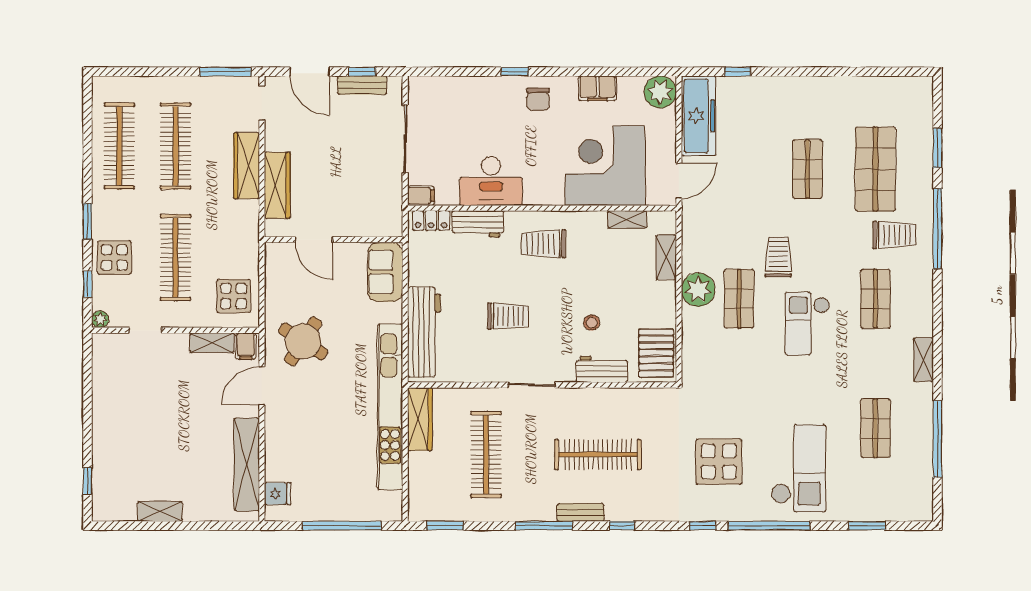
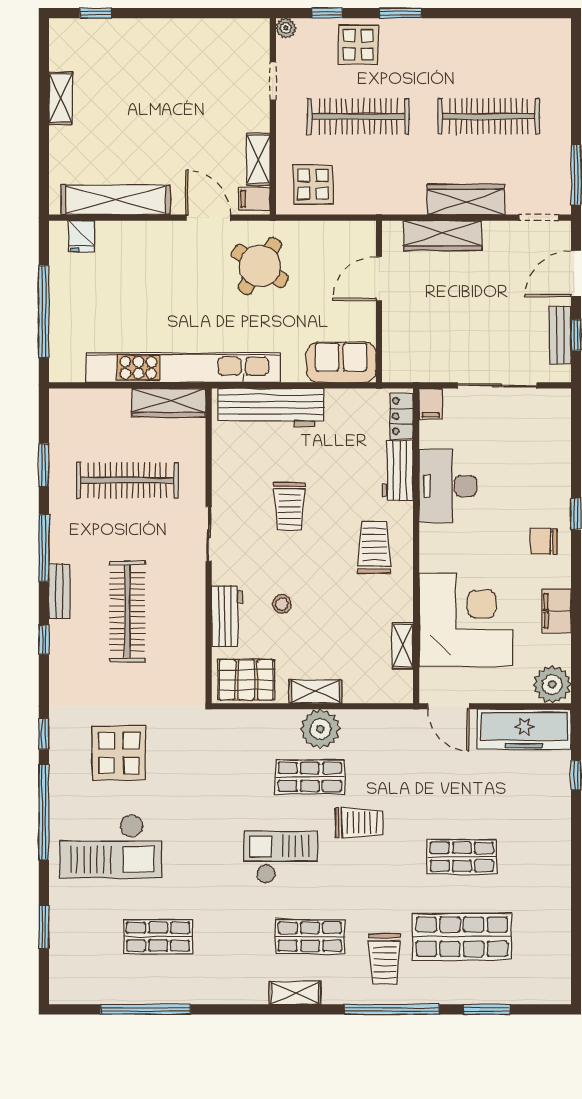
clothes rail: (119, 146) -> (489, 50), removed
shelving: (666, 257) -> (315, 692), moved
shelving: (923, 360) -> (295, 993), moved
window: (445, 526) -> (44, 465), moved

